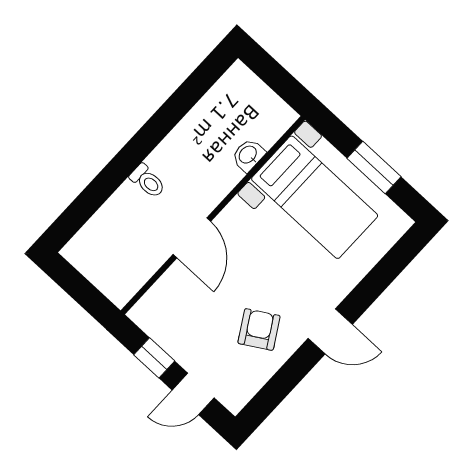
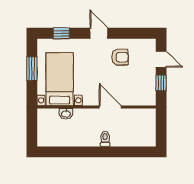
door: (192, 238) -> (110, 107), hinge flipped
window: (387, 270) -> (61, 33), added
armchair: (259, 329) -> (120, 57), turned -149

